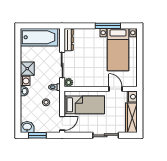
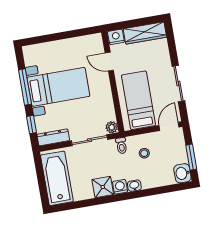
window: (80, 26) -> (32, 124), added
bed with nightstands: (118, 50) -> (58, 87), moved
door: (115, 89) -> (109, 62), hinge flipped
door: (62, 123) -> (169, 126), hinge flipped
sliding door: (106, 135) -> (178, 84), moved

